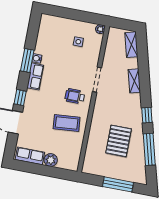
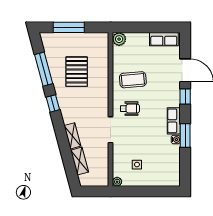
shelving: (131, 45) -> (80, 161), moved
plant: (51, 160) -> (119, 39), moved

